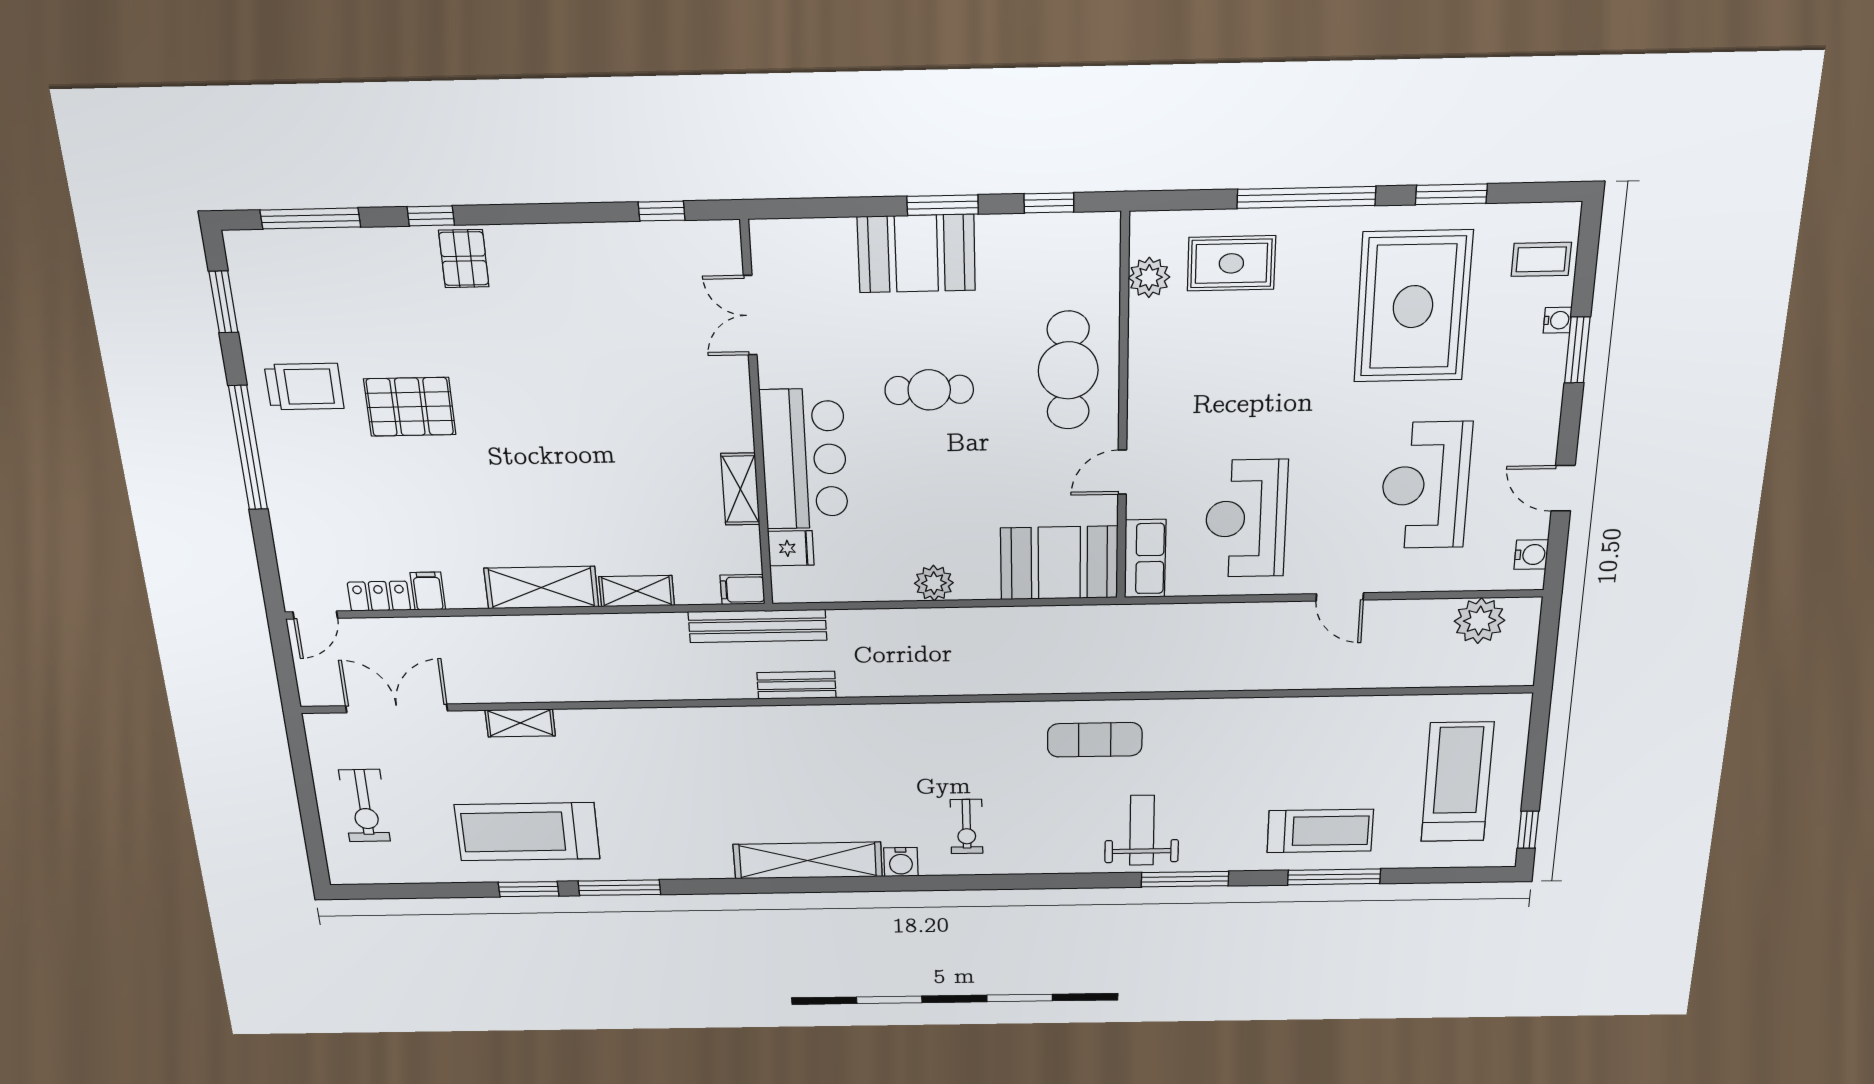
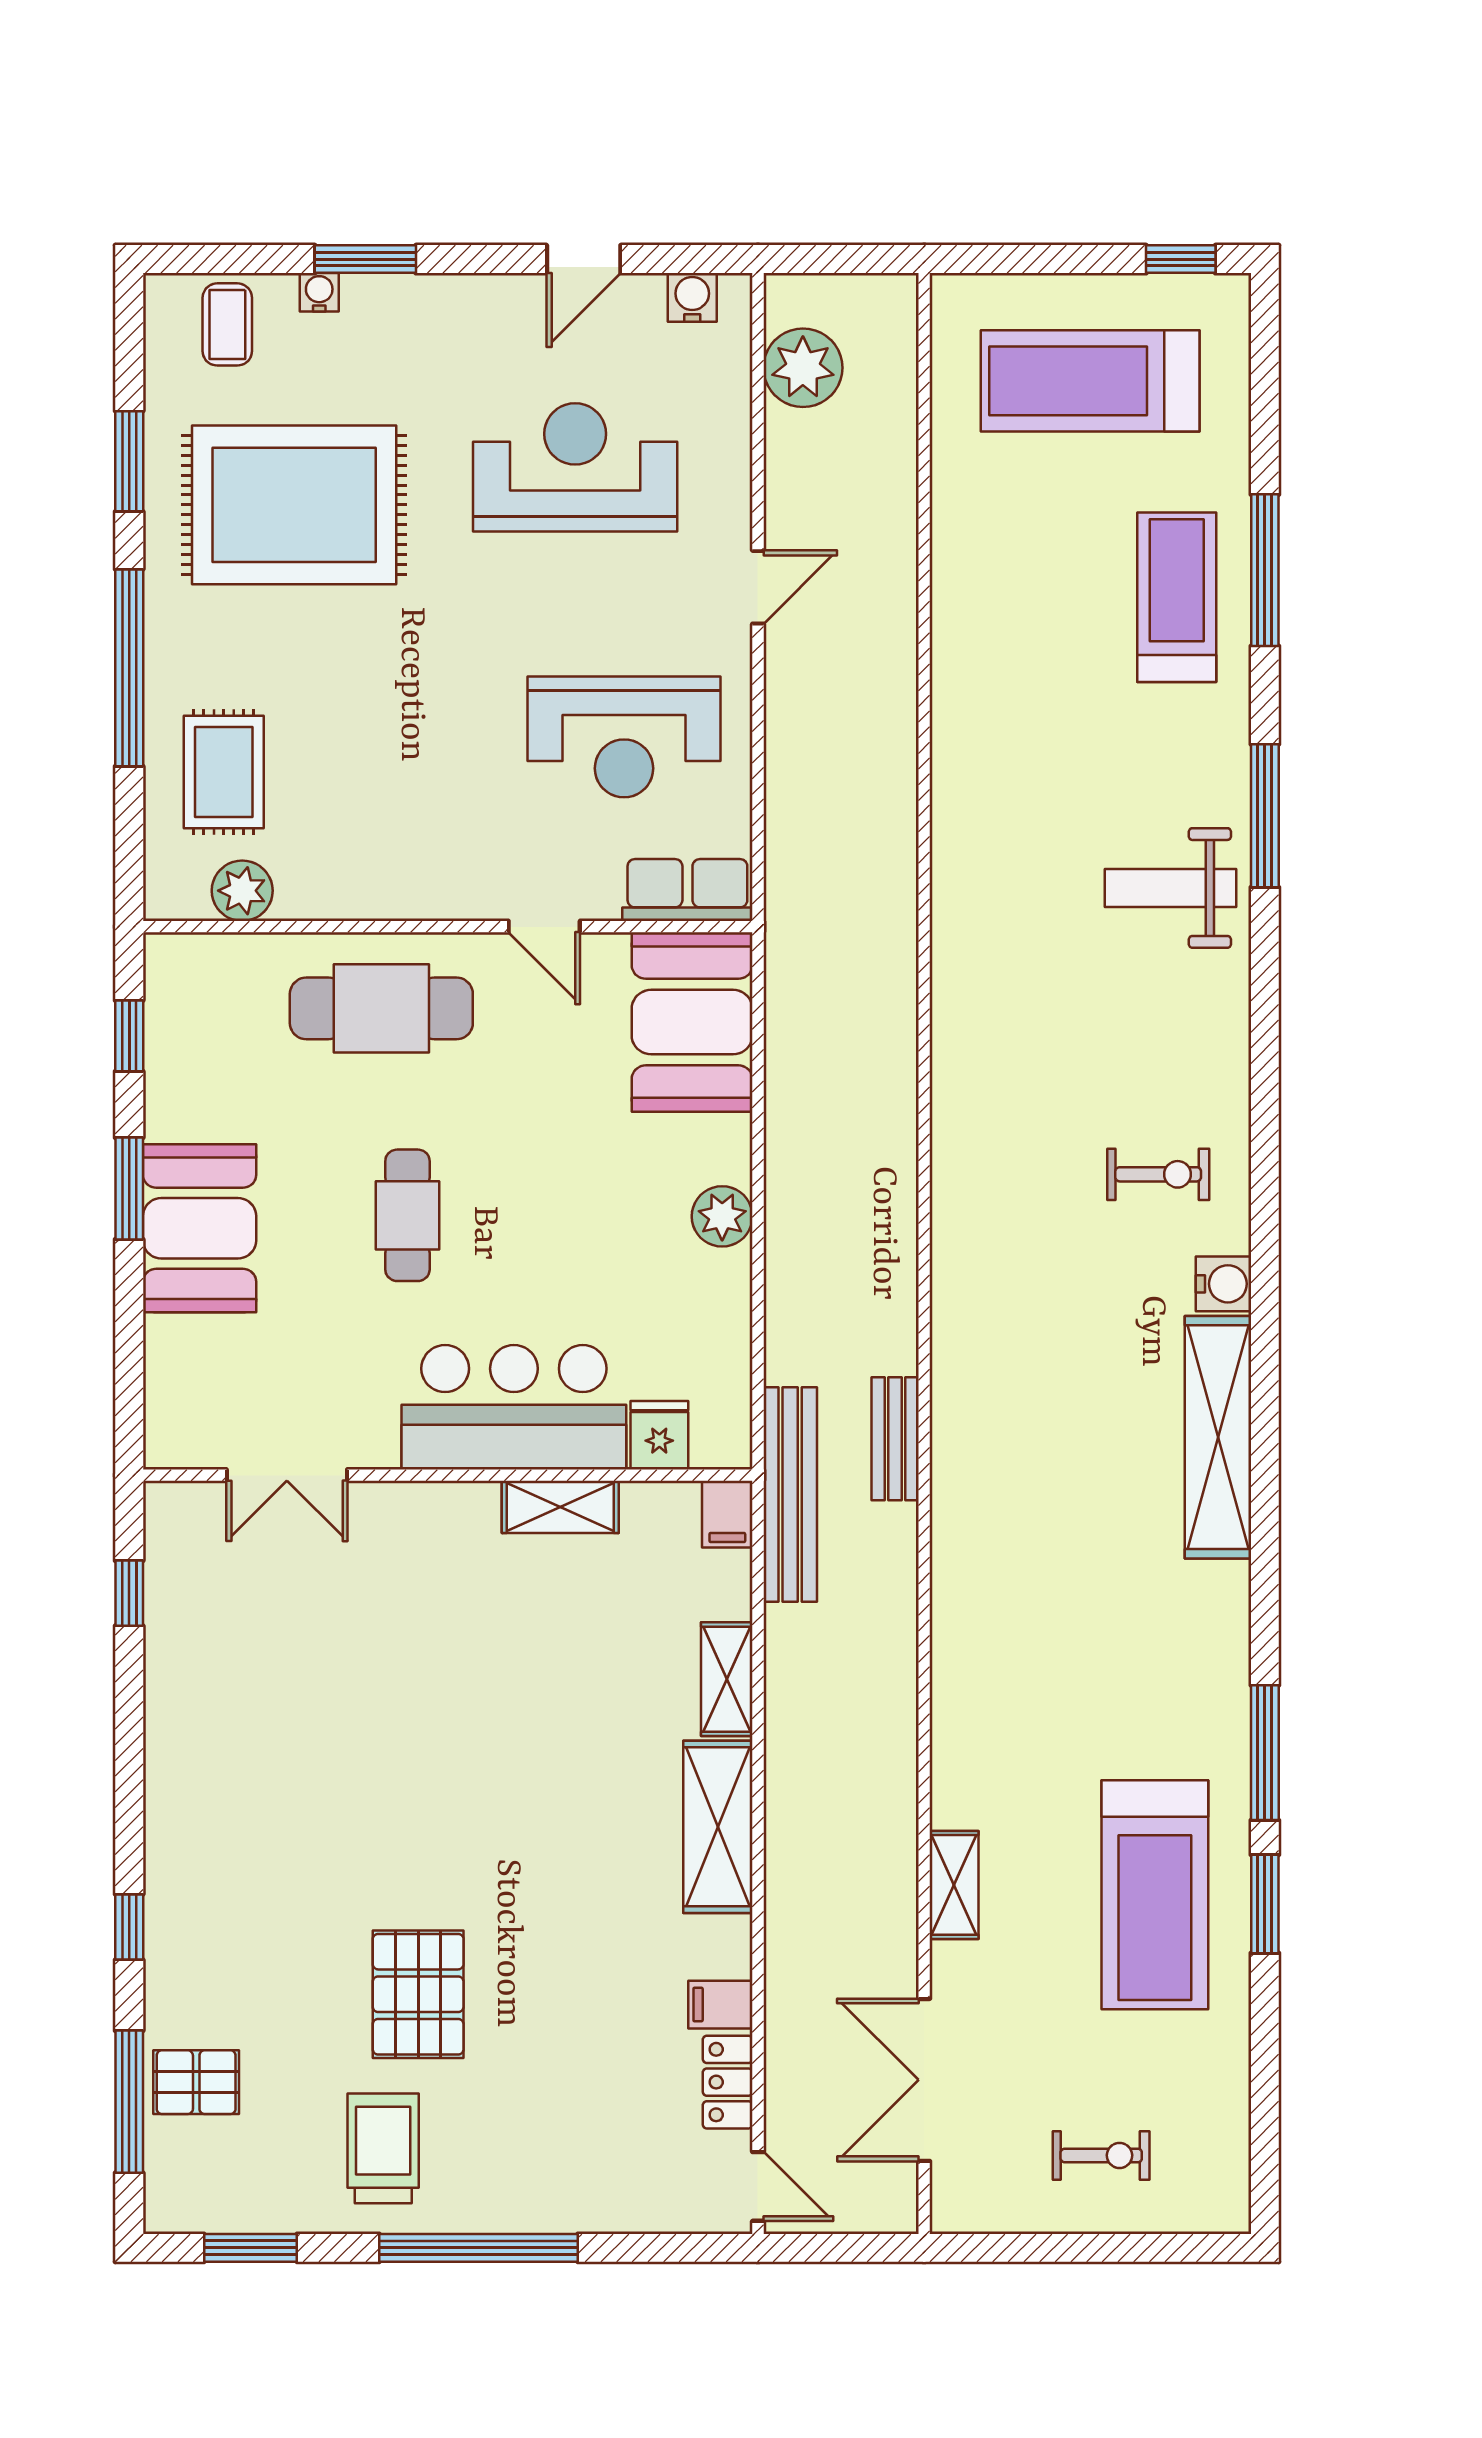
pallet: (464, 259) -> (196, 2082), moved
reception desk: (1426, 485) -> (575, 467), turned 180
exercise mat: (1095, 740) -> (1002, 966), removed
exercise bike: (365, 806) -> (1101, 2155), width x0.73, depth x0.72

